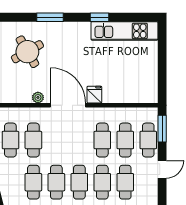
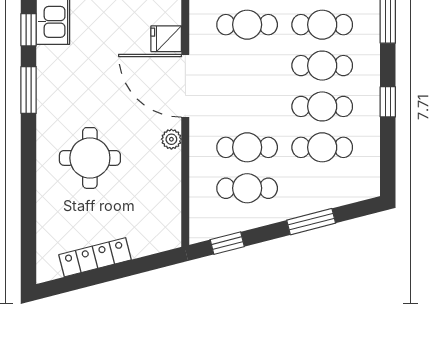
window: (50, 17) -> (29, 90), moved
round table: (27, 52) -> (90, 158), turned 30
door: (68, 105) -> (185, 86), hinge flipped

